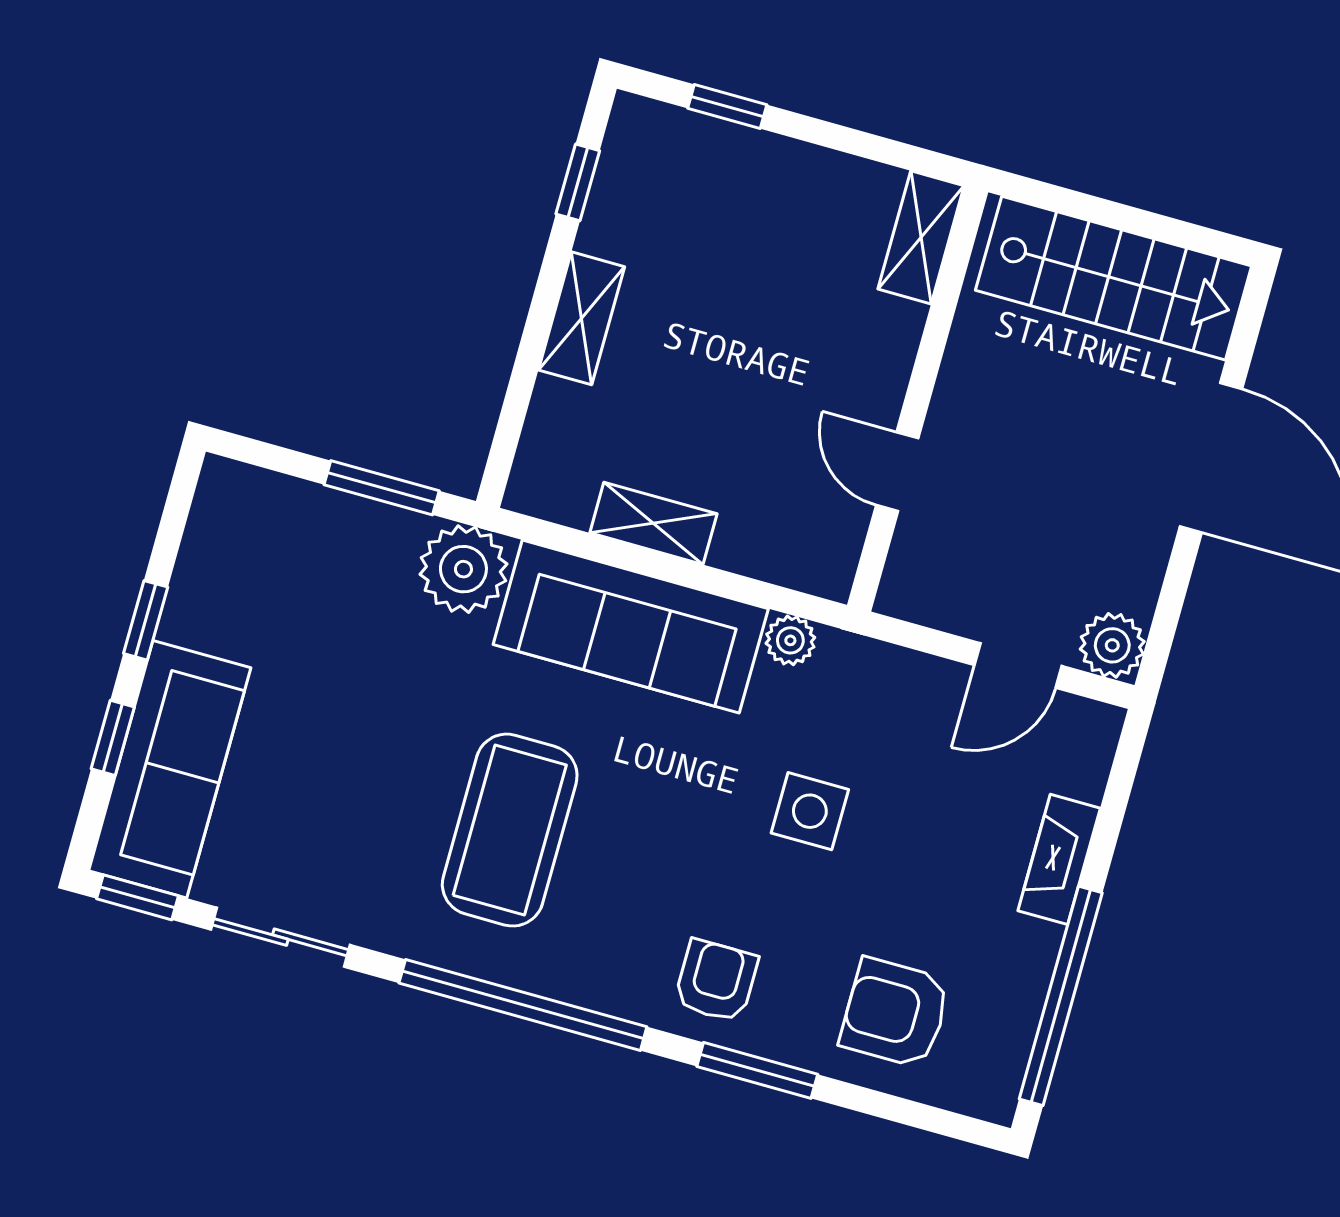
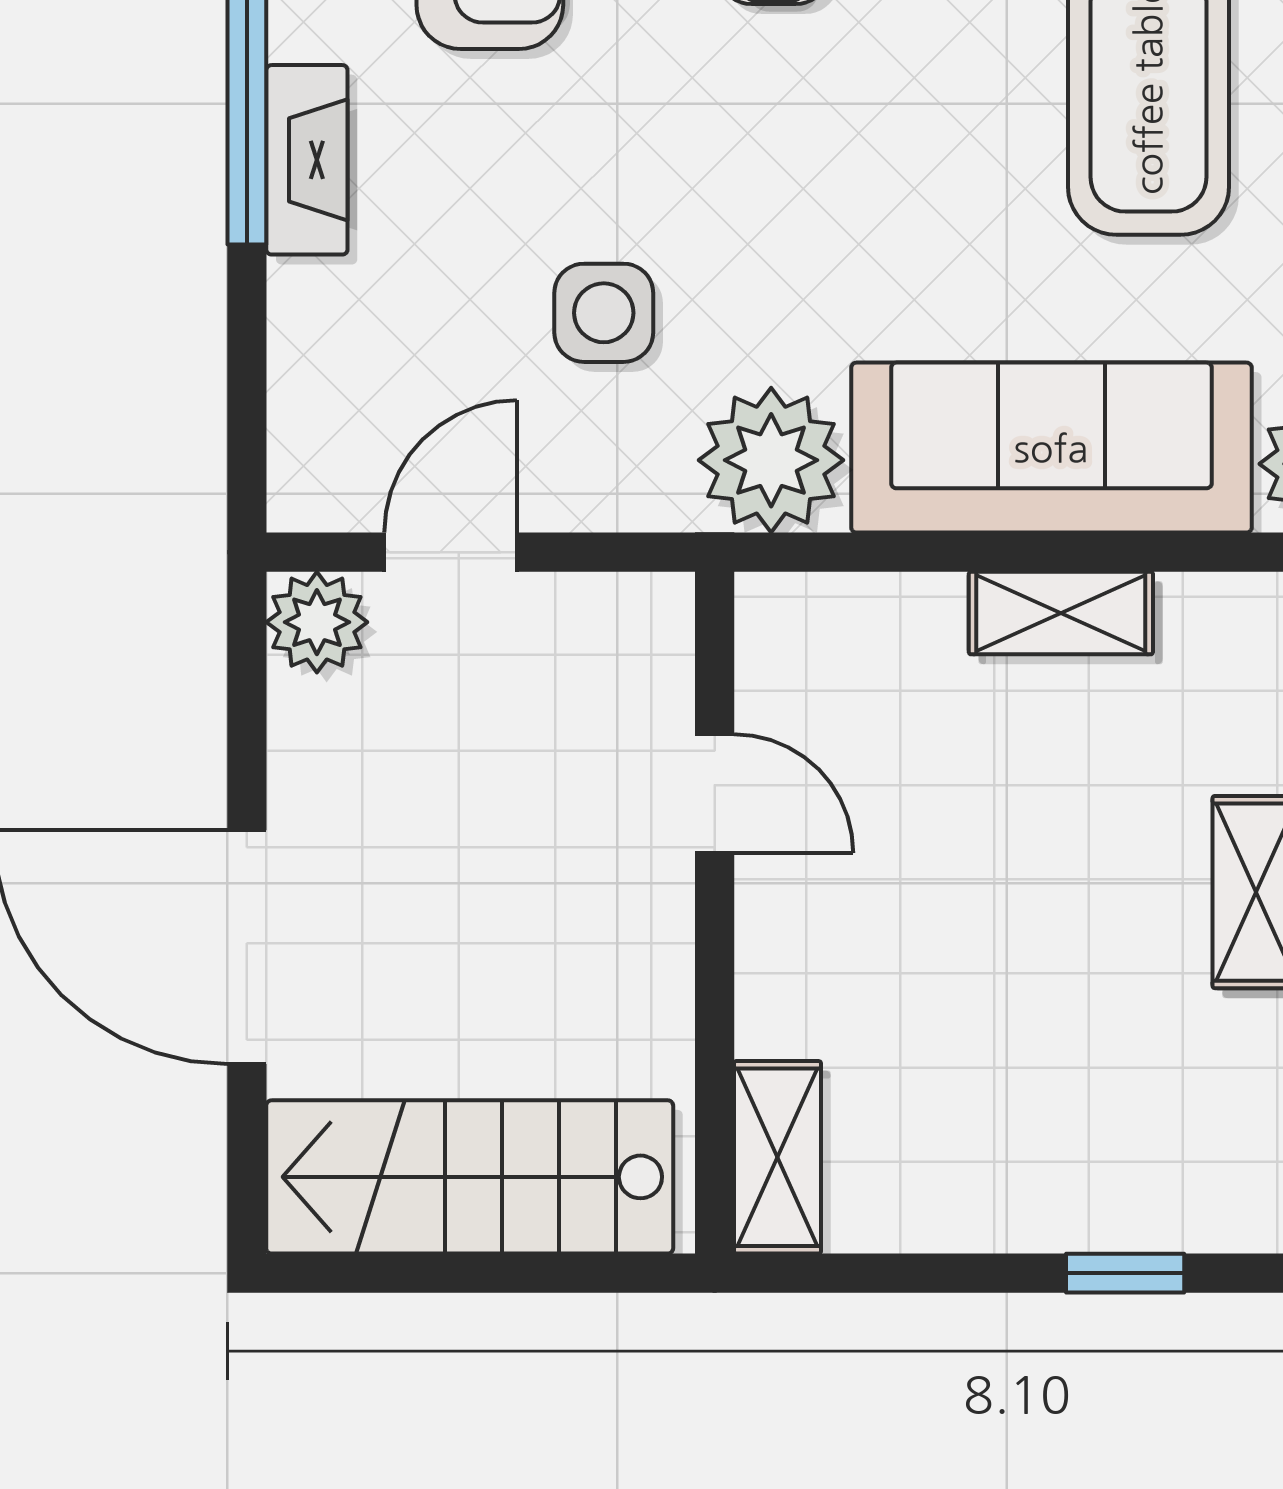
plant: (790, 640) -> (771, 460), width x1.88, depth x1.88
side table: (810, 811) -> (604, 313), moved
fireplace: (1059, 859) -> (307, 160), moved

